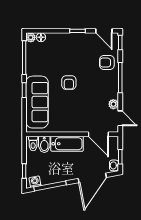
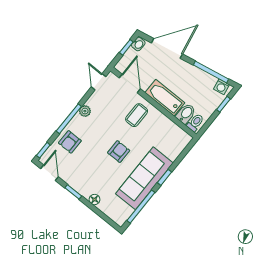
plant: (31, 37) -> (120, 220), removed
floor lamp: (41, 37) -> (94, 200), moved
armchair: (107, 63) -> (70, 142), turned 90
sofa: (37, 102) -> (144, 178), moved
plant: (113, 104) -> (85, 111), moved
coffee table: (77, 117) -> (137, 115), added

